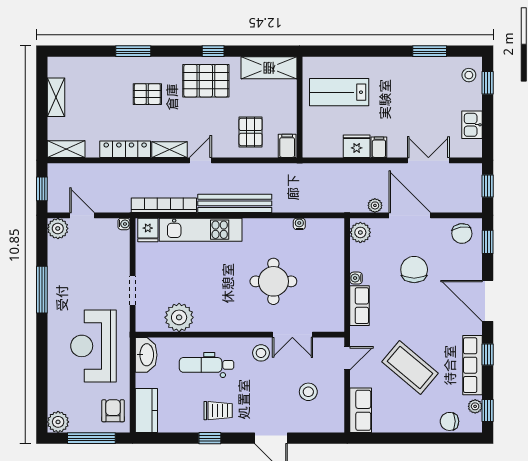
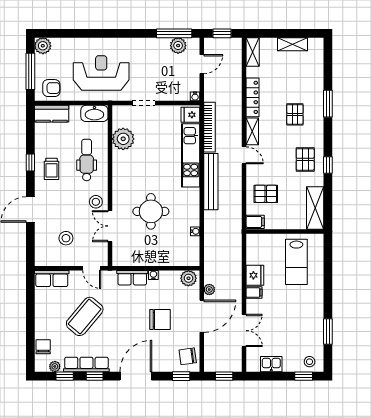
pallet: (206, 81) -> (305, 159), width x0.67, depth x0.71
lab bench: (339, 92) -> (296, 262), turned 180
plant: (58, 228) -> (178, 46), moved
window: (42, 290) -> (174, 33), moved
window: (488, 411) -> (65, 376), moved

